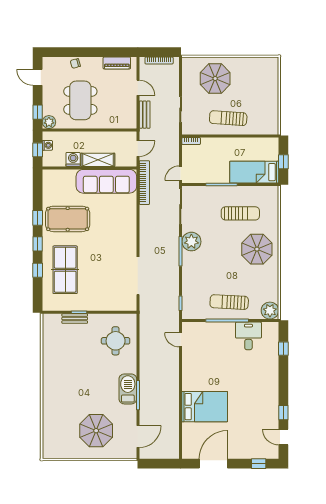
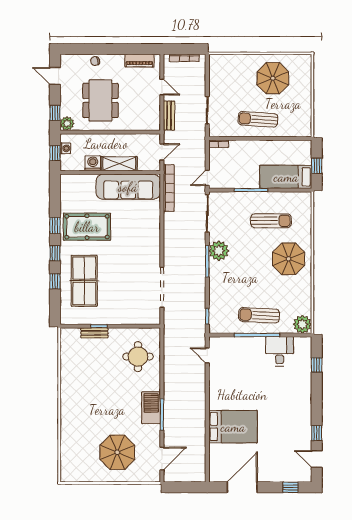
parasol: (215, 79) -> (273, 78), moved

